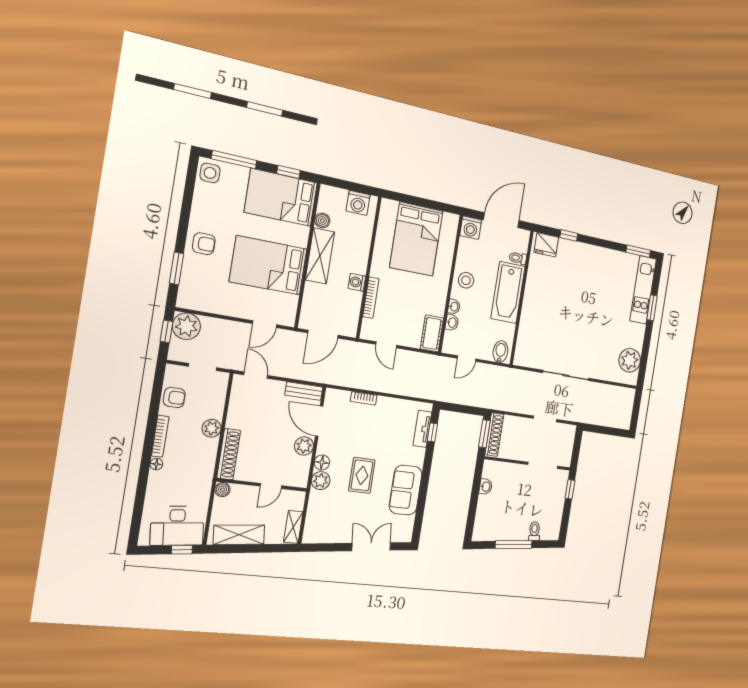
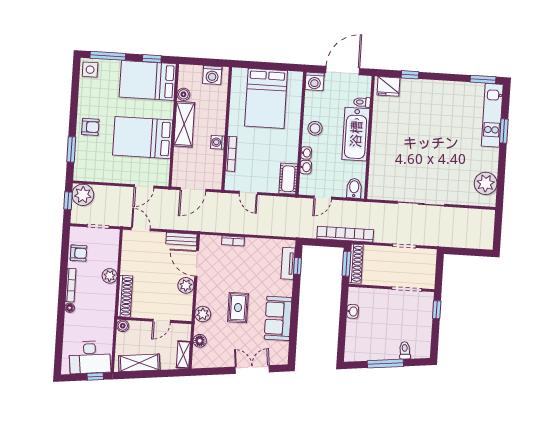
bookcase: (486, 401) -> (345, 234), added
floor lamp: (322, 462) -> (200, 341), moved

